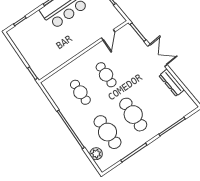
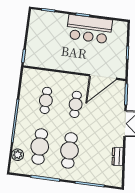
door: (108, 35) -> (103, 77), width x1.88
dresser: (172, 83) -> (118, 156), width x0.70

